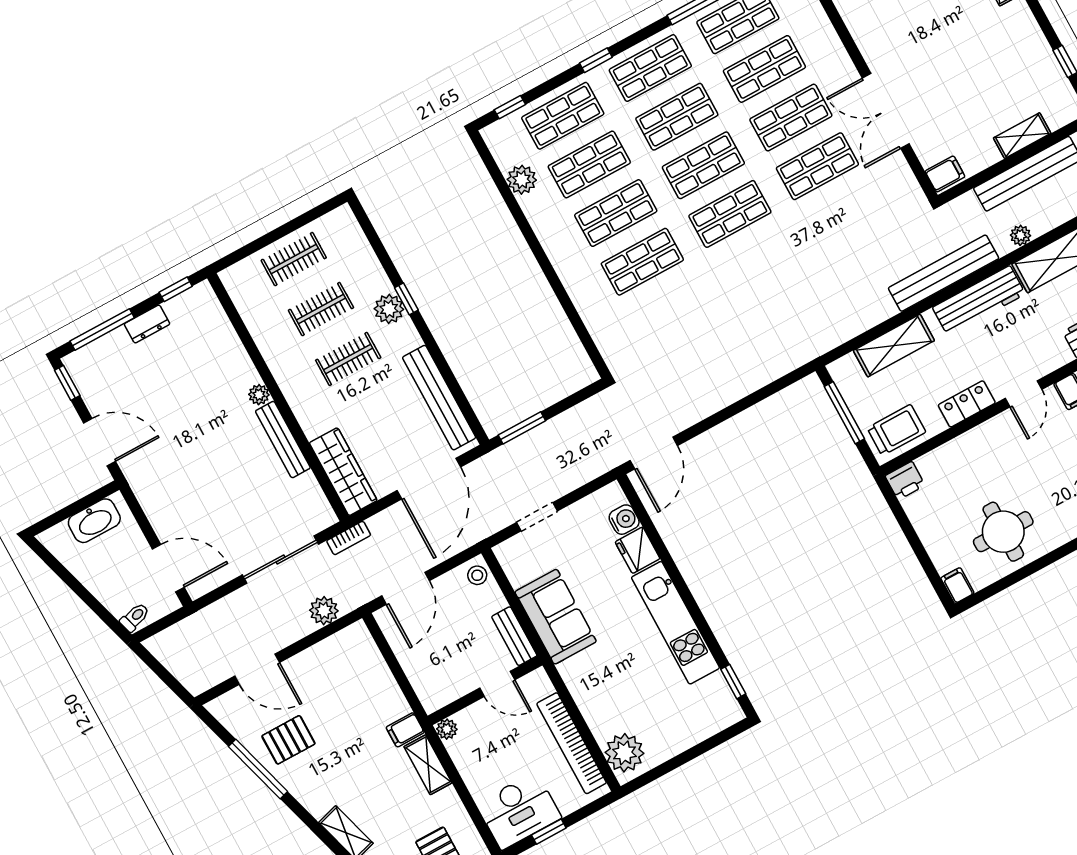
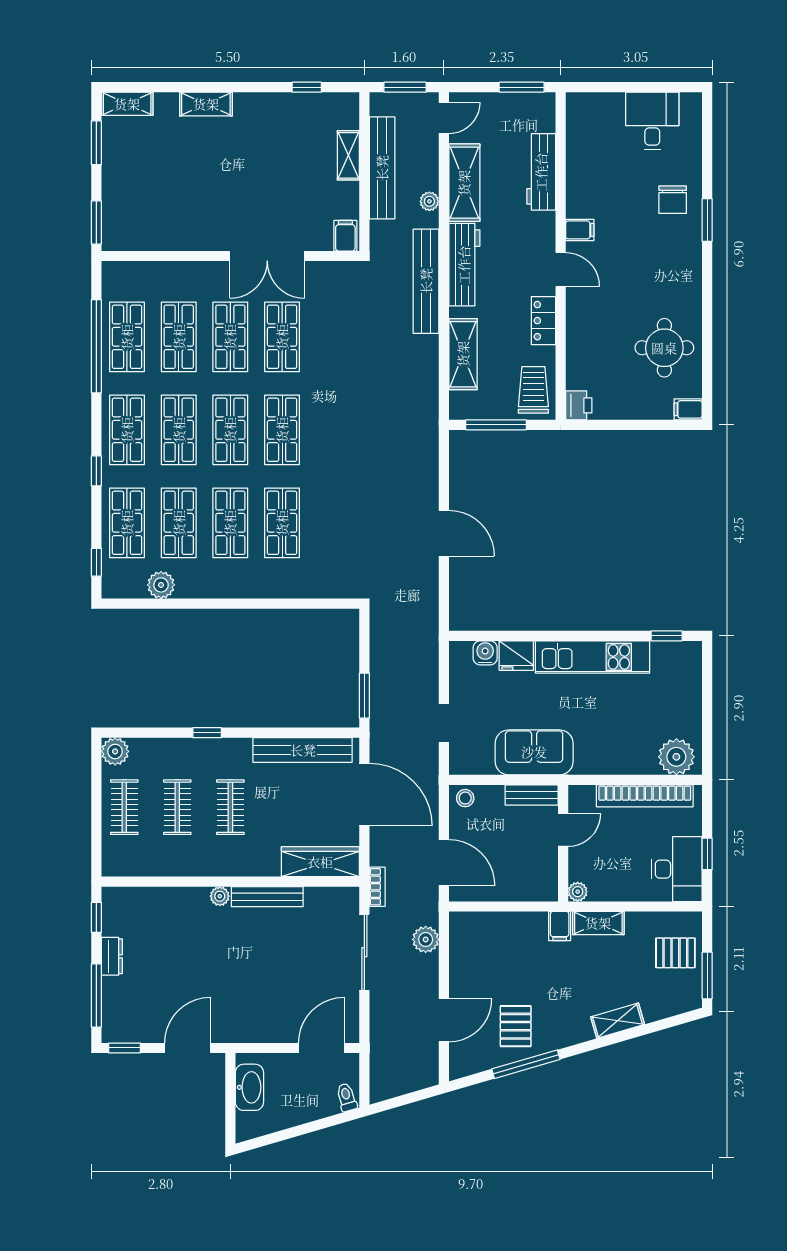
plant: (389, 309) -> (115, 751), moved
door: (654, 453) -> (444, 533), moved

